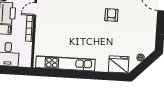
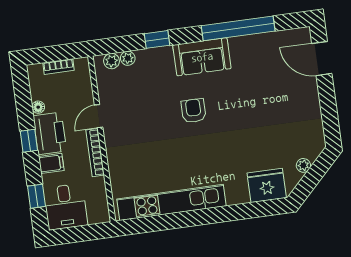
armchair: (111, 15) -> (194, 111), moved

